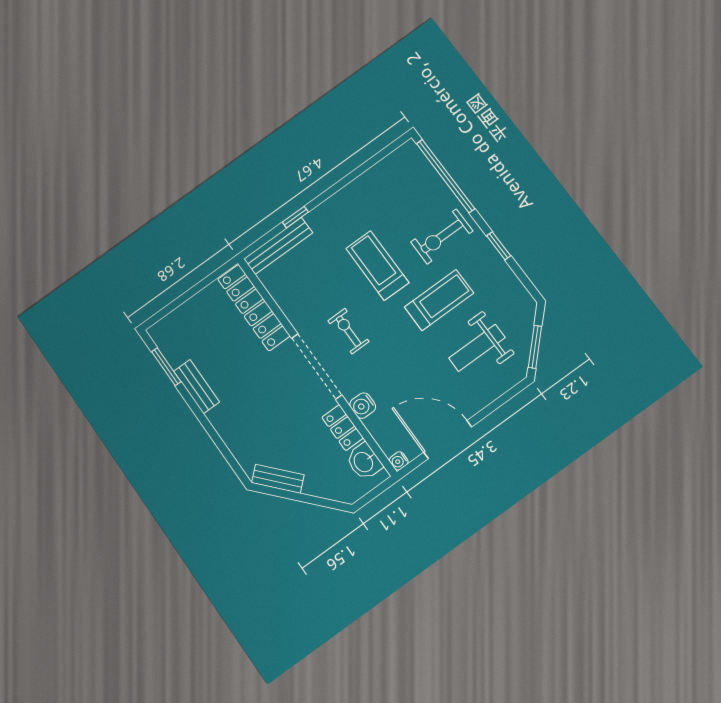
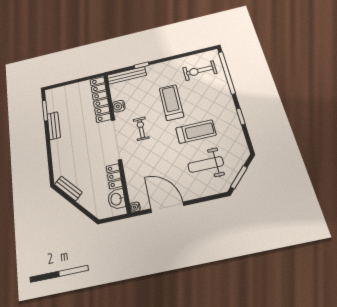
exercise bike: (442, 236) -> (200, 71), moved
water cooler: (363, 406) -> (119, 106), moved

